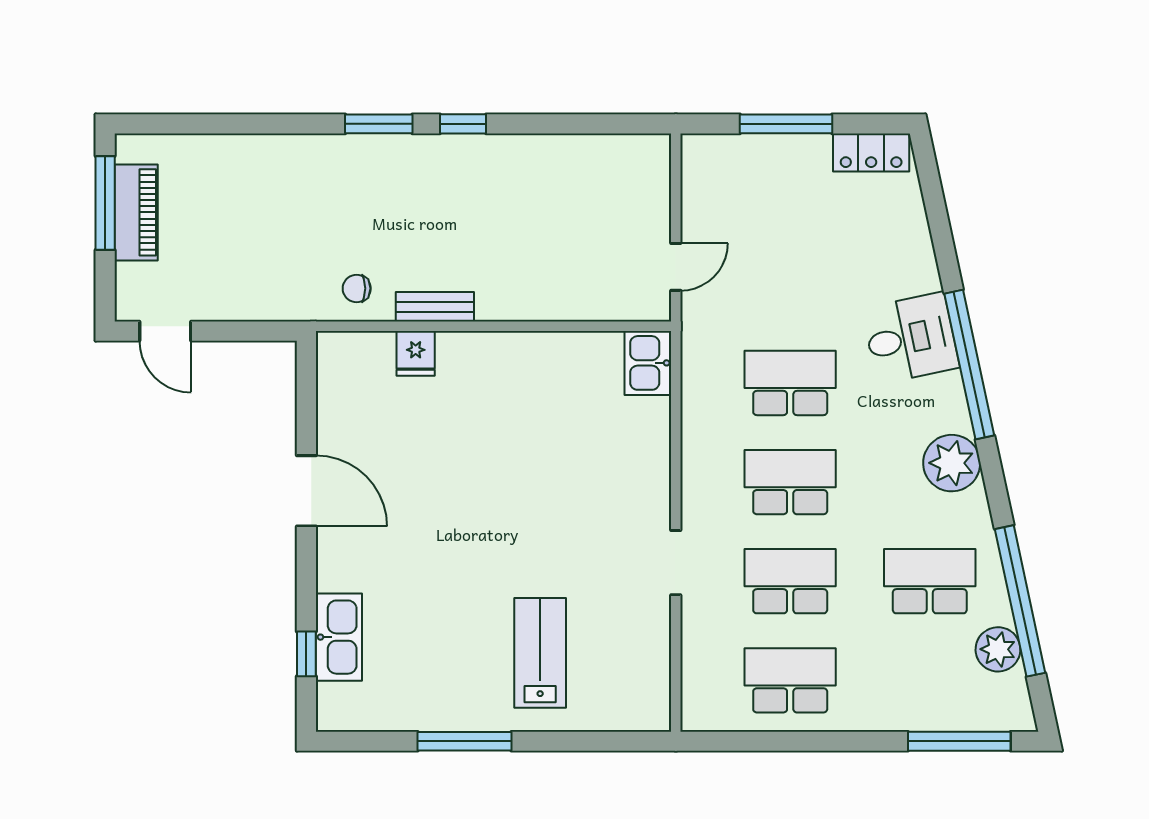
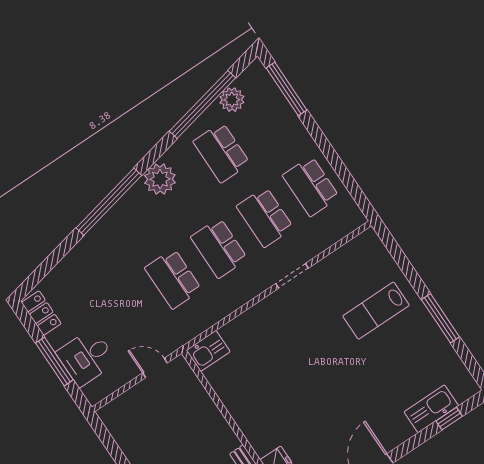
desk: (911, 338) -> (87, 357), moved, turned -78

